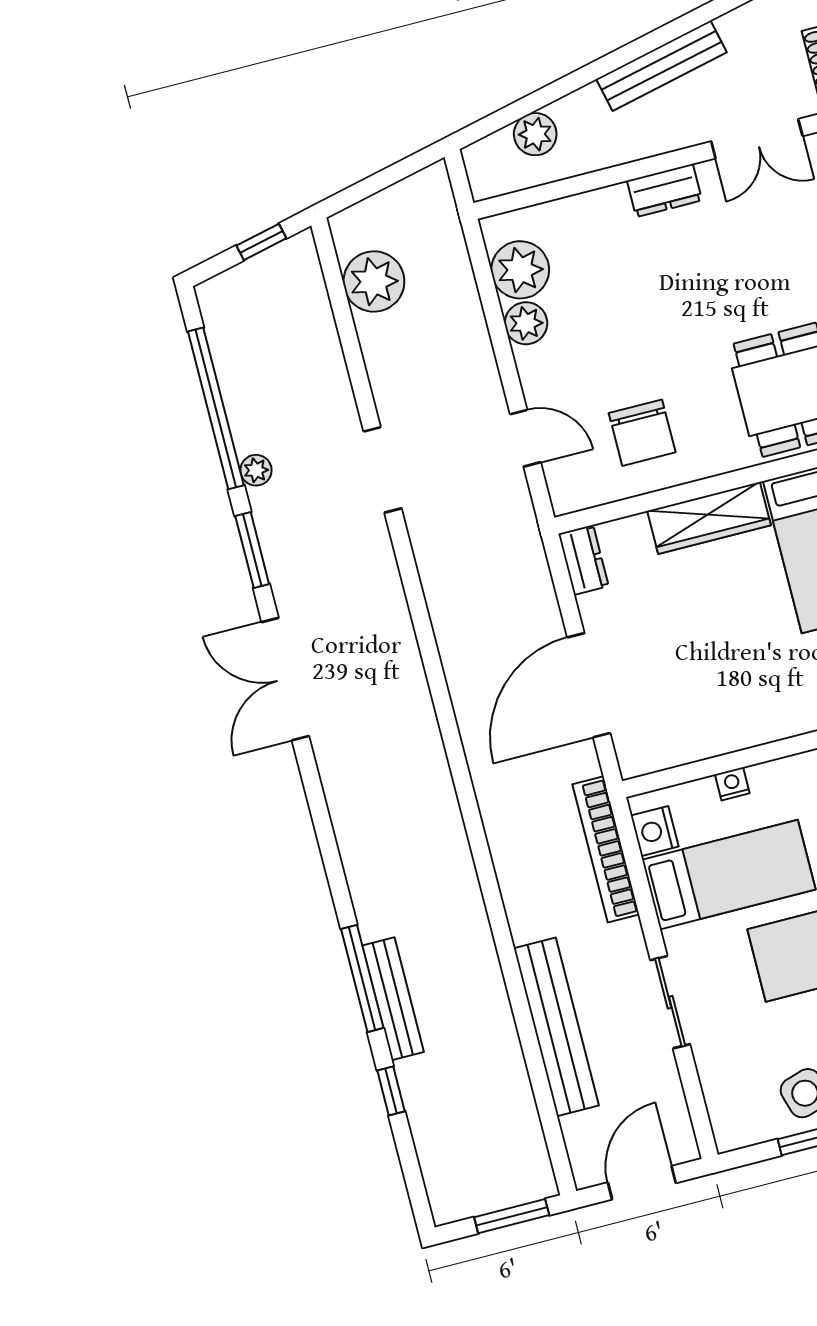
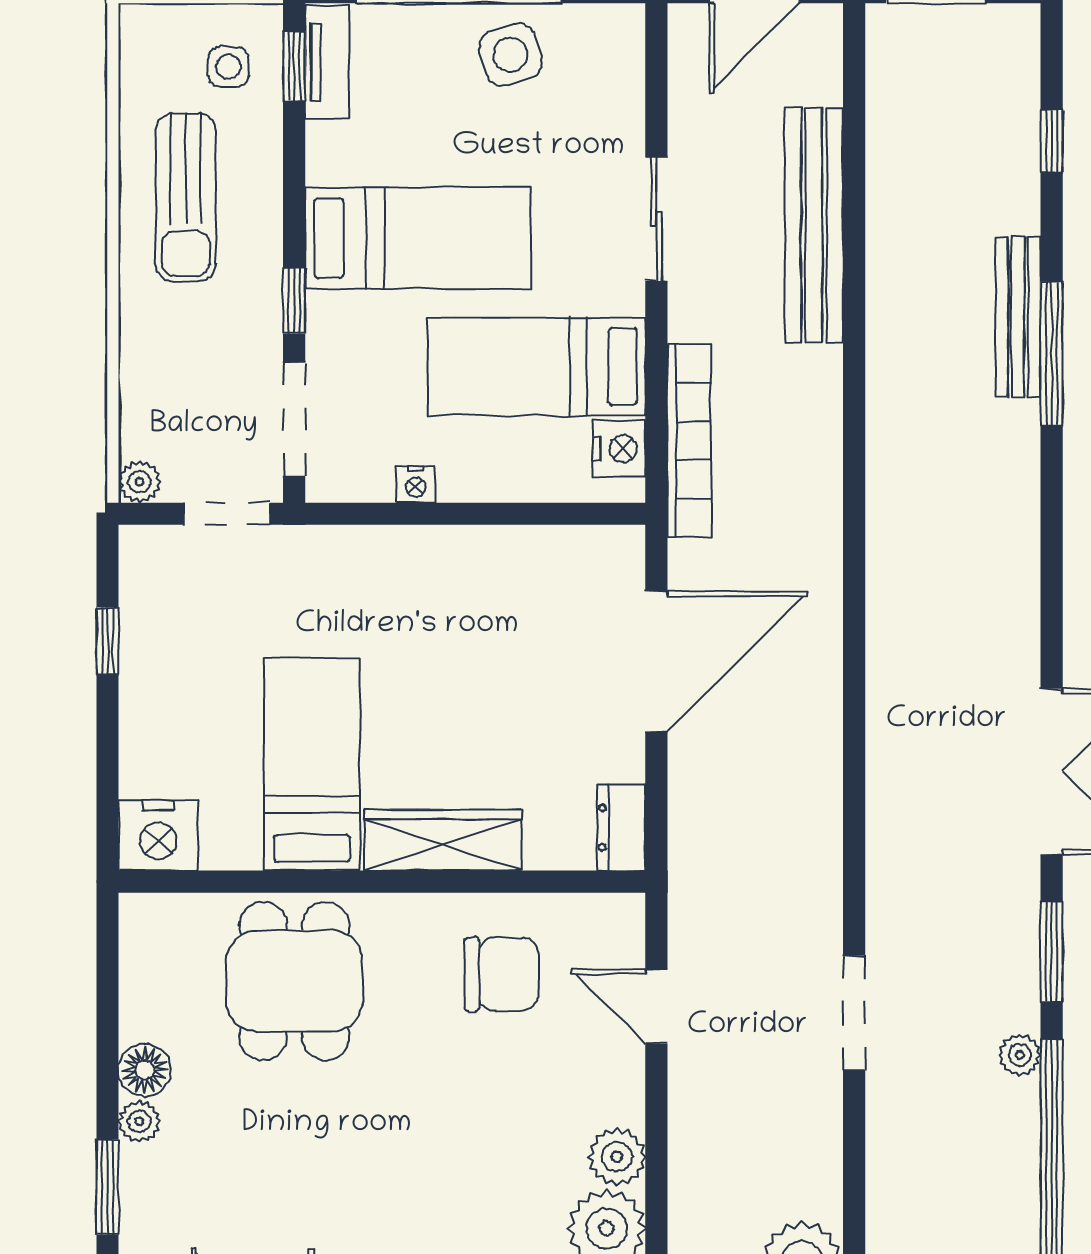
chair: (642, 433) -> (502, 974), turned 90
nightstand: (732, 784) -> (416, 484), moved
window: (391, 1091) -> (1052, 141), moved

